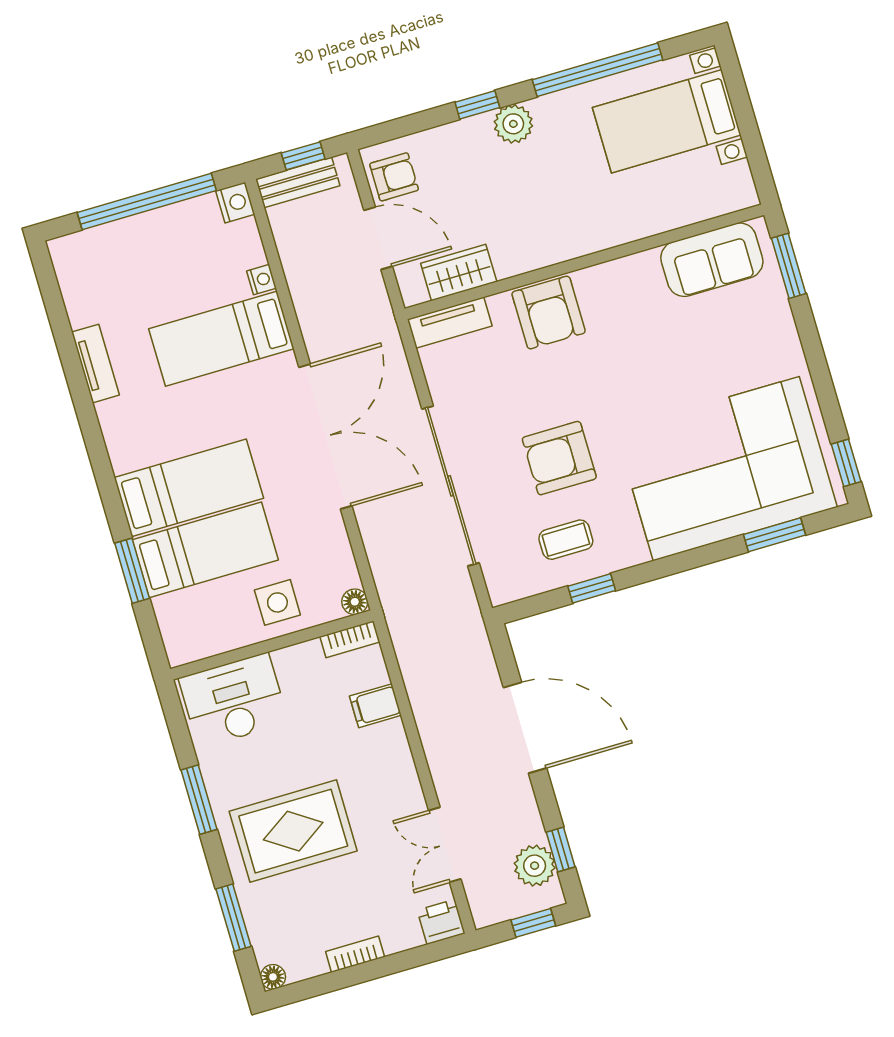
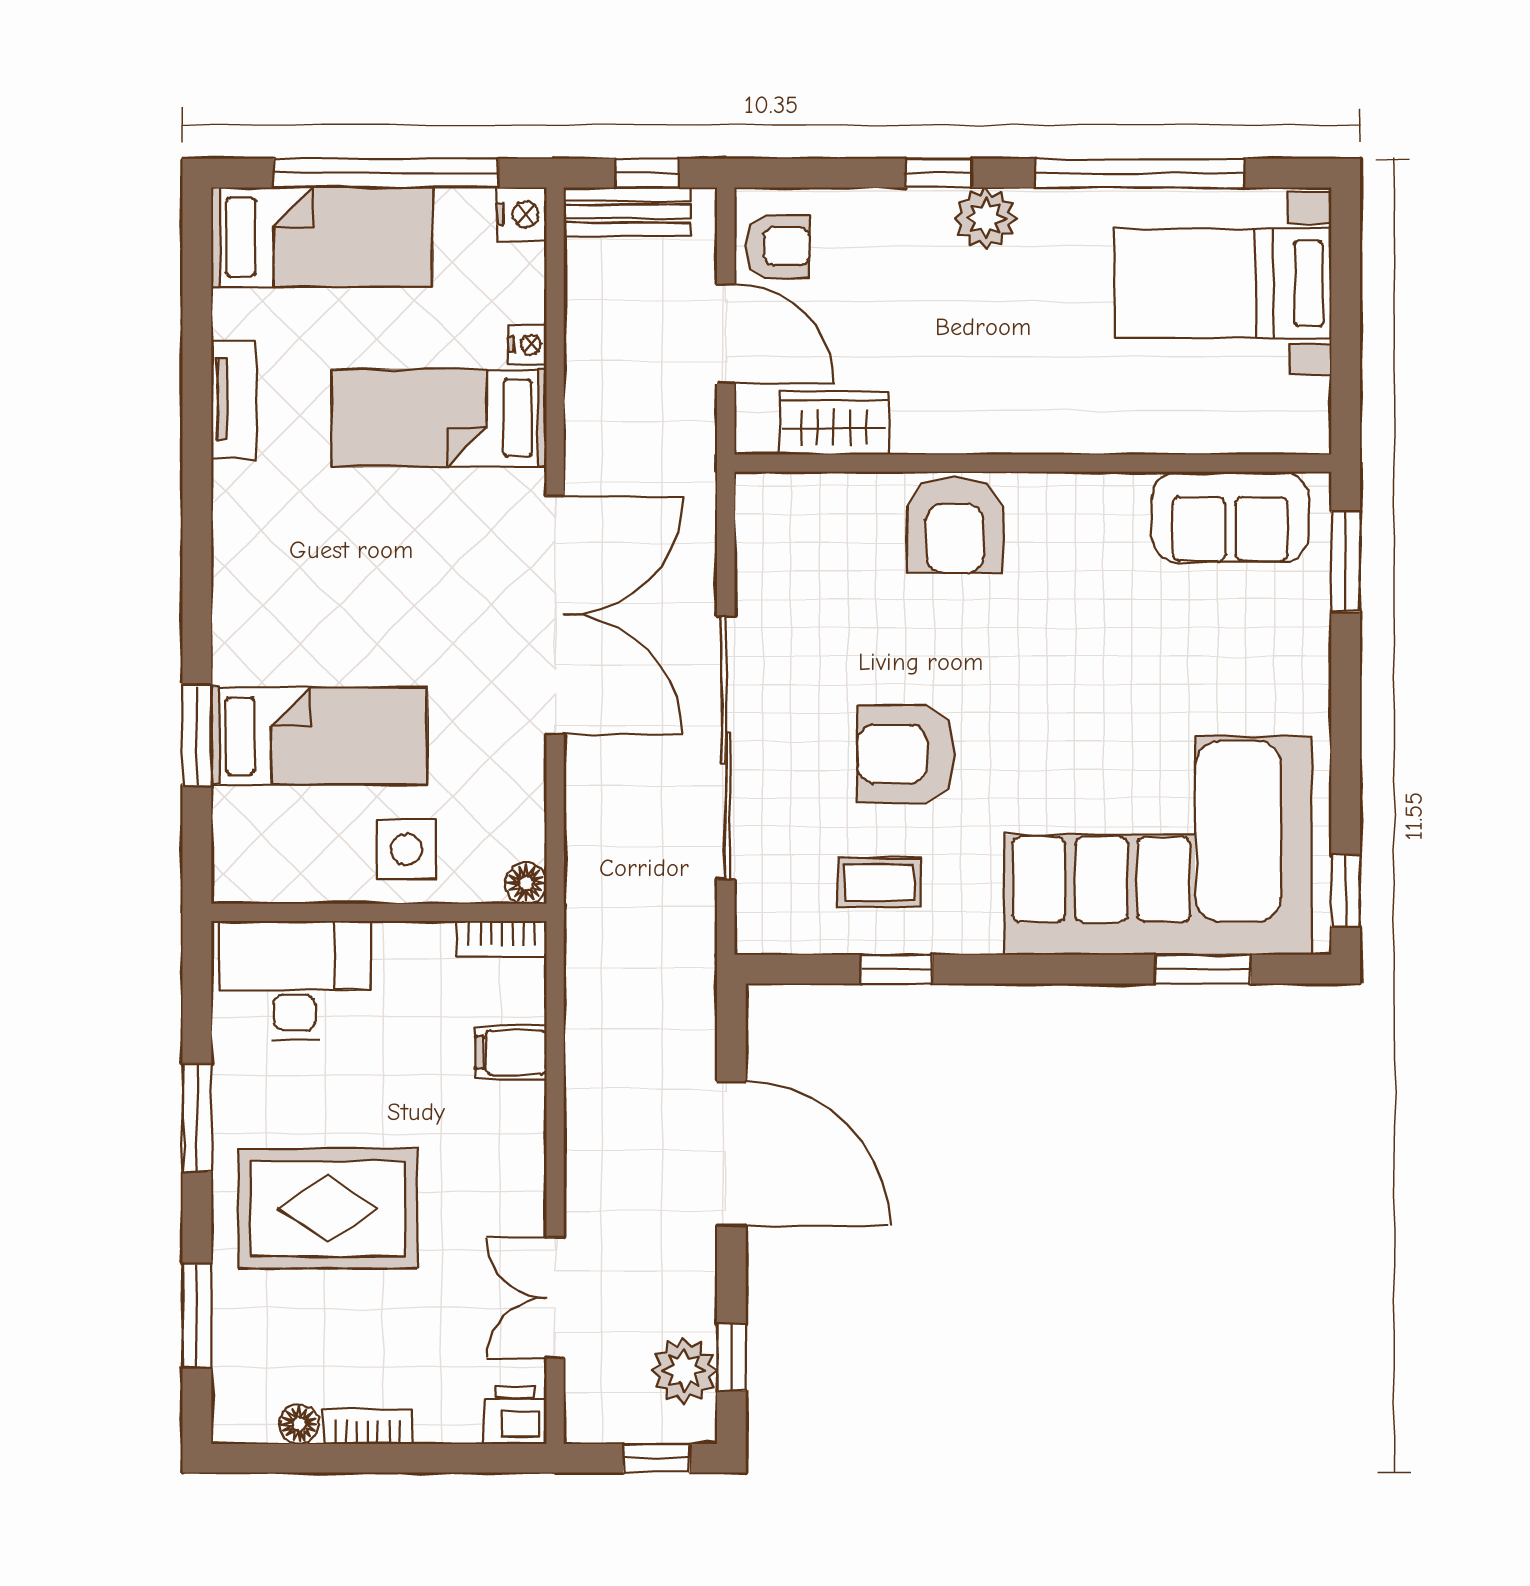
tv unit: (450, 323) -> (798, 496), removed
bed: (189, 488) -> (322, 237), moved
floor lamp: (273, 977) -> (299, 1424), moved

